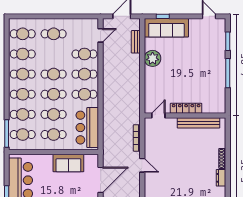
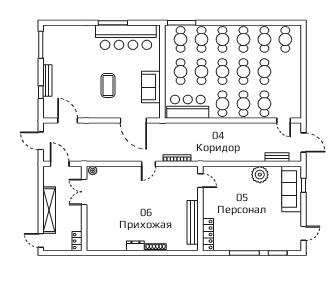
cafe table: (54, 34) -> (264, 72), moved
locker: (186, 108) -> (208, 235), moved

